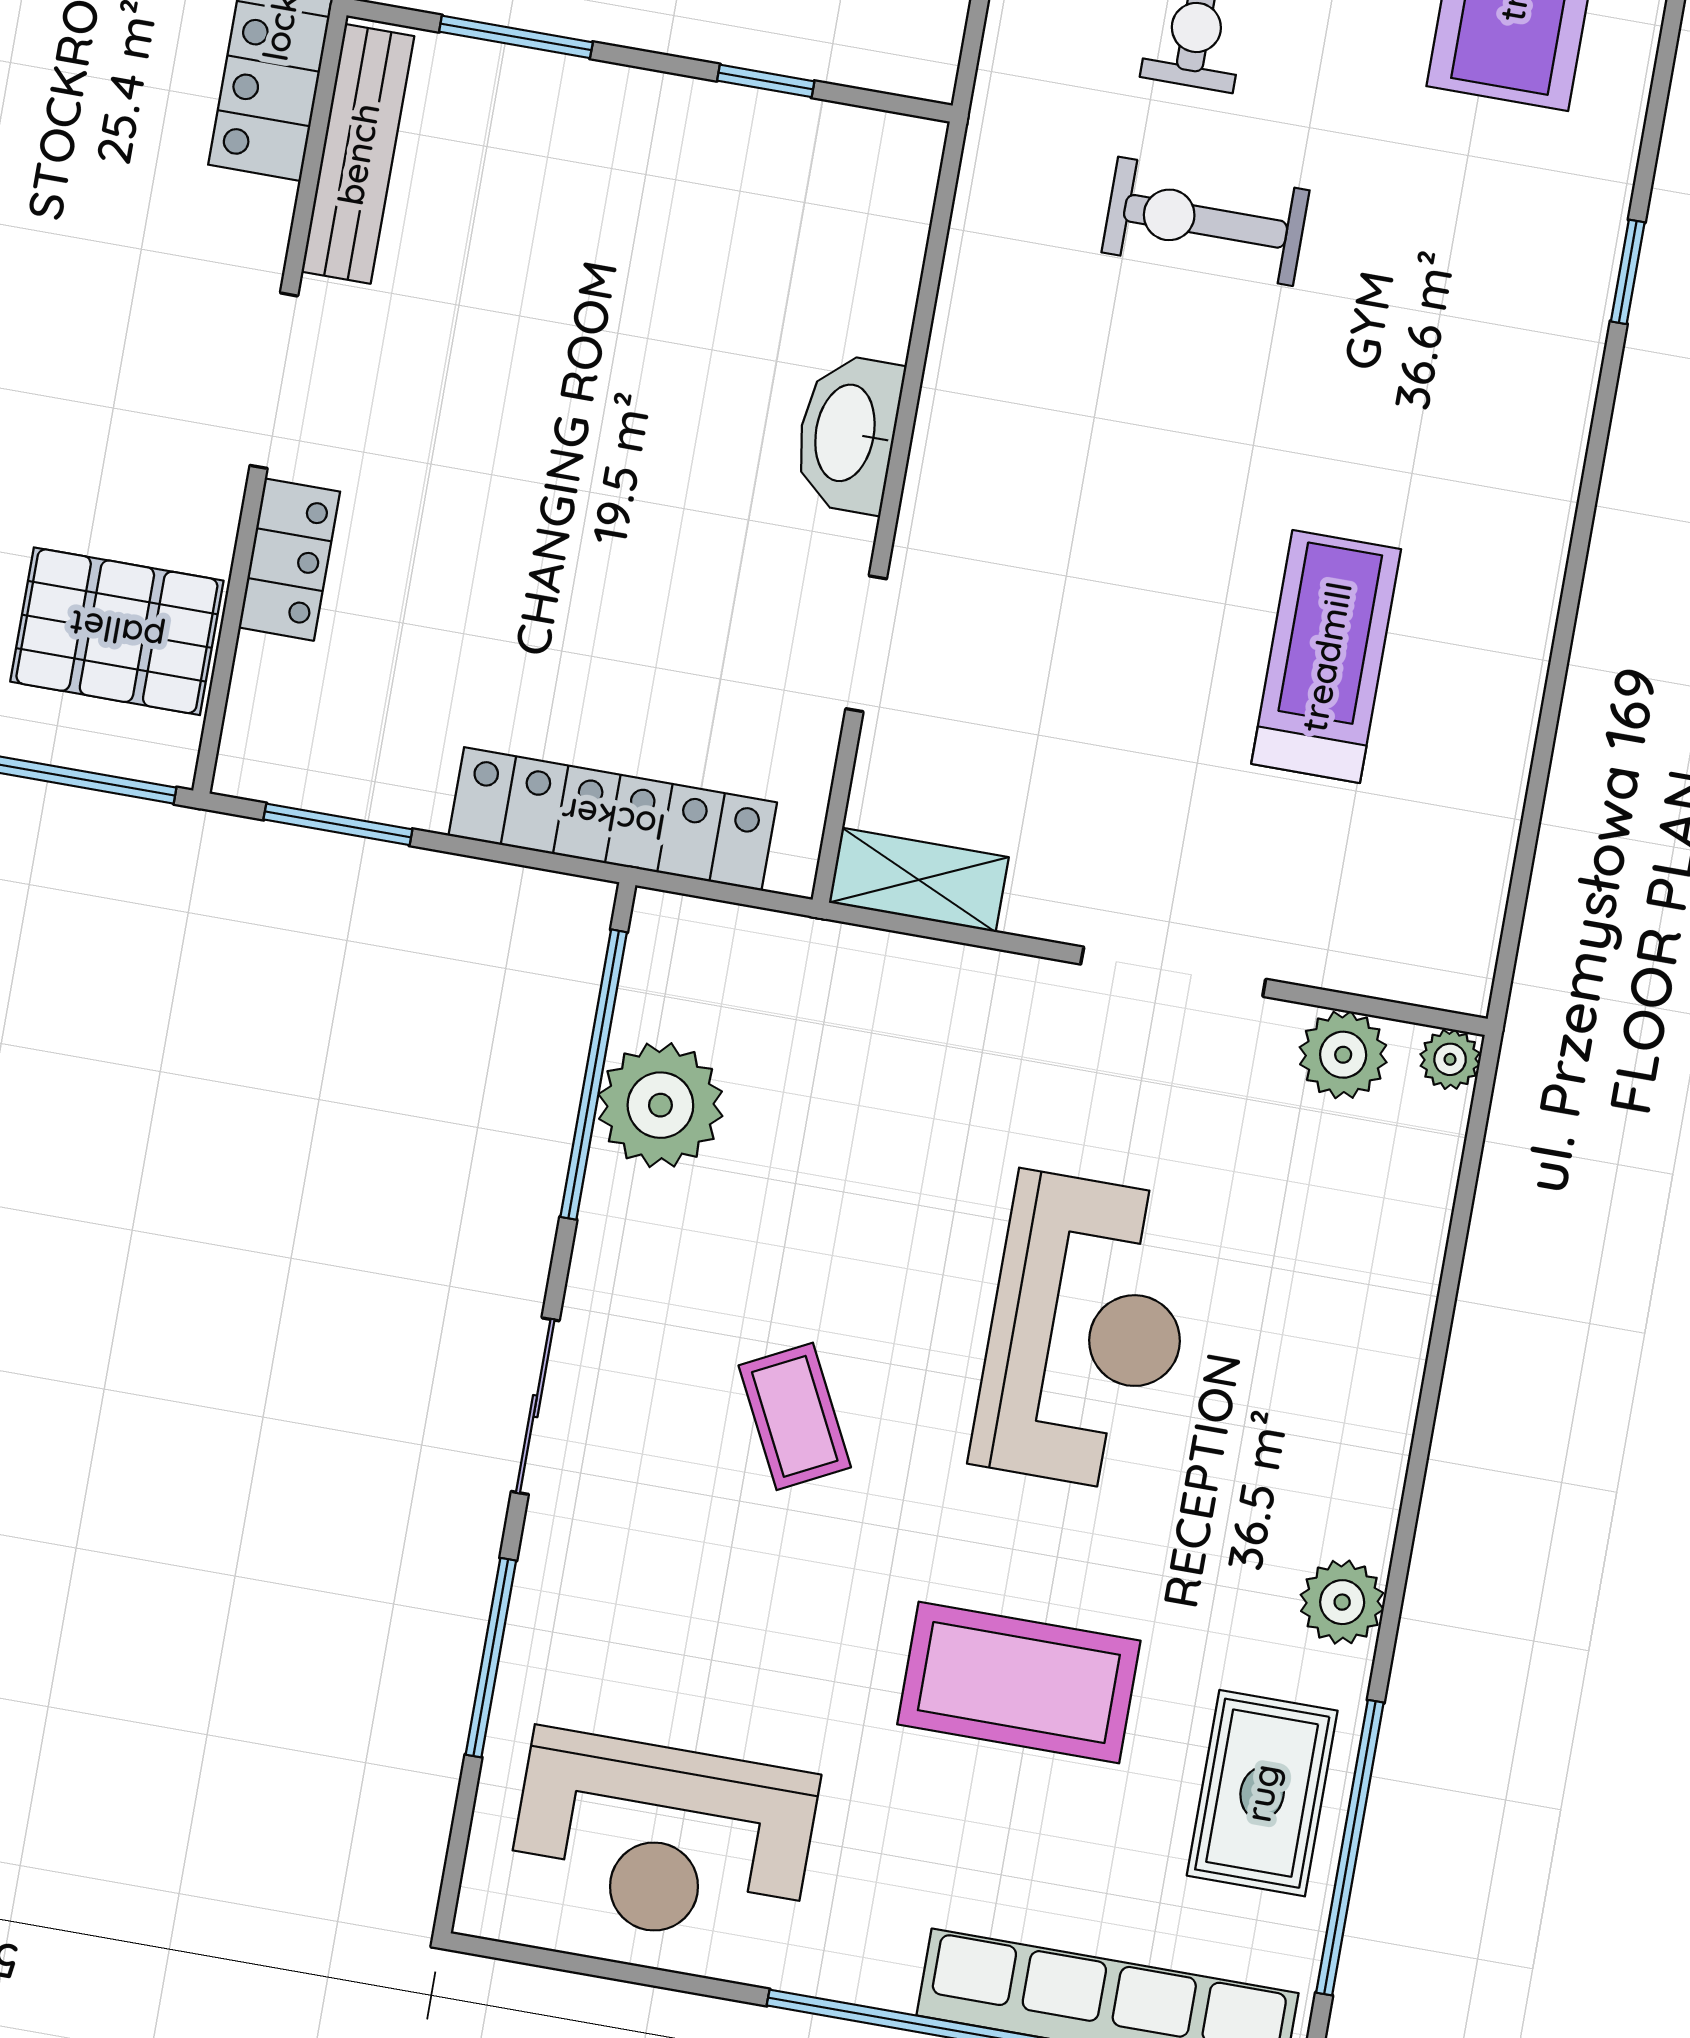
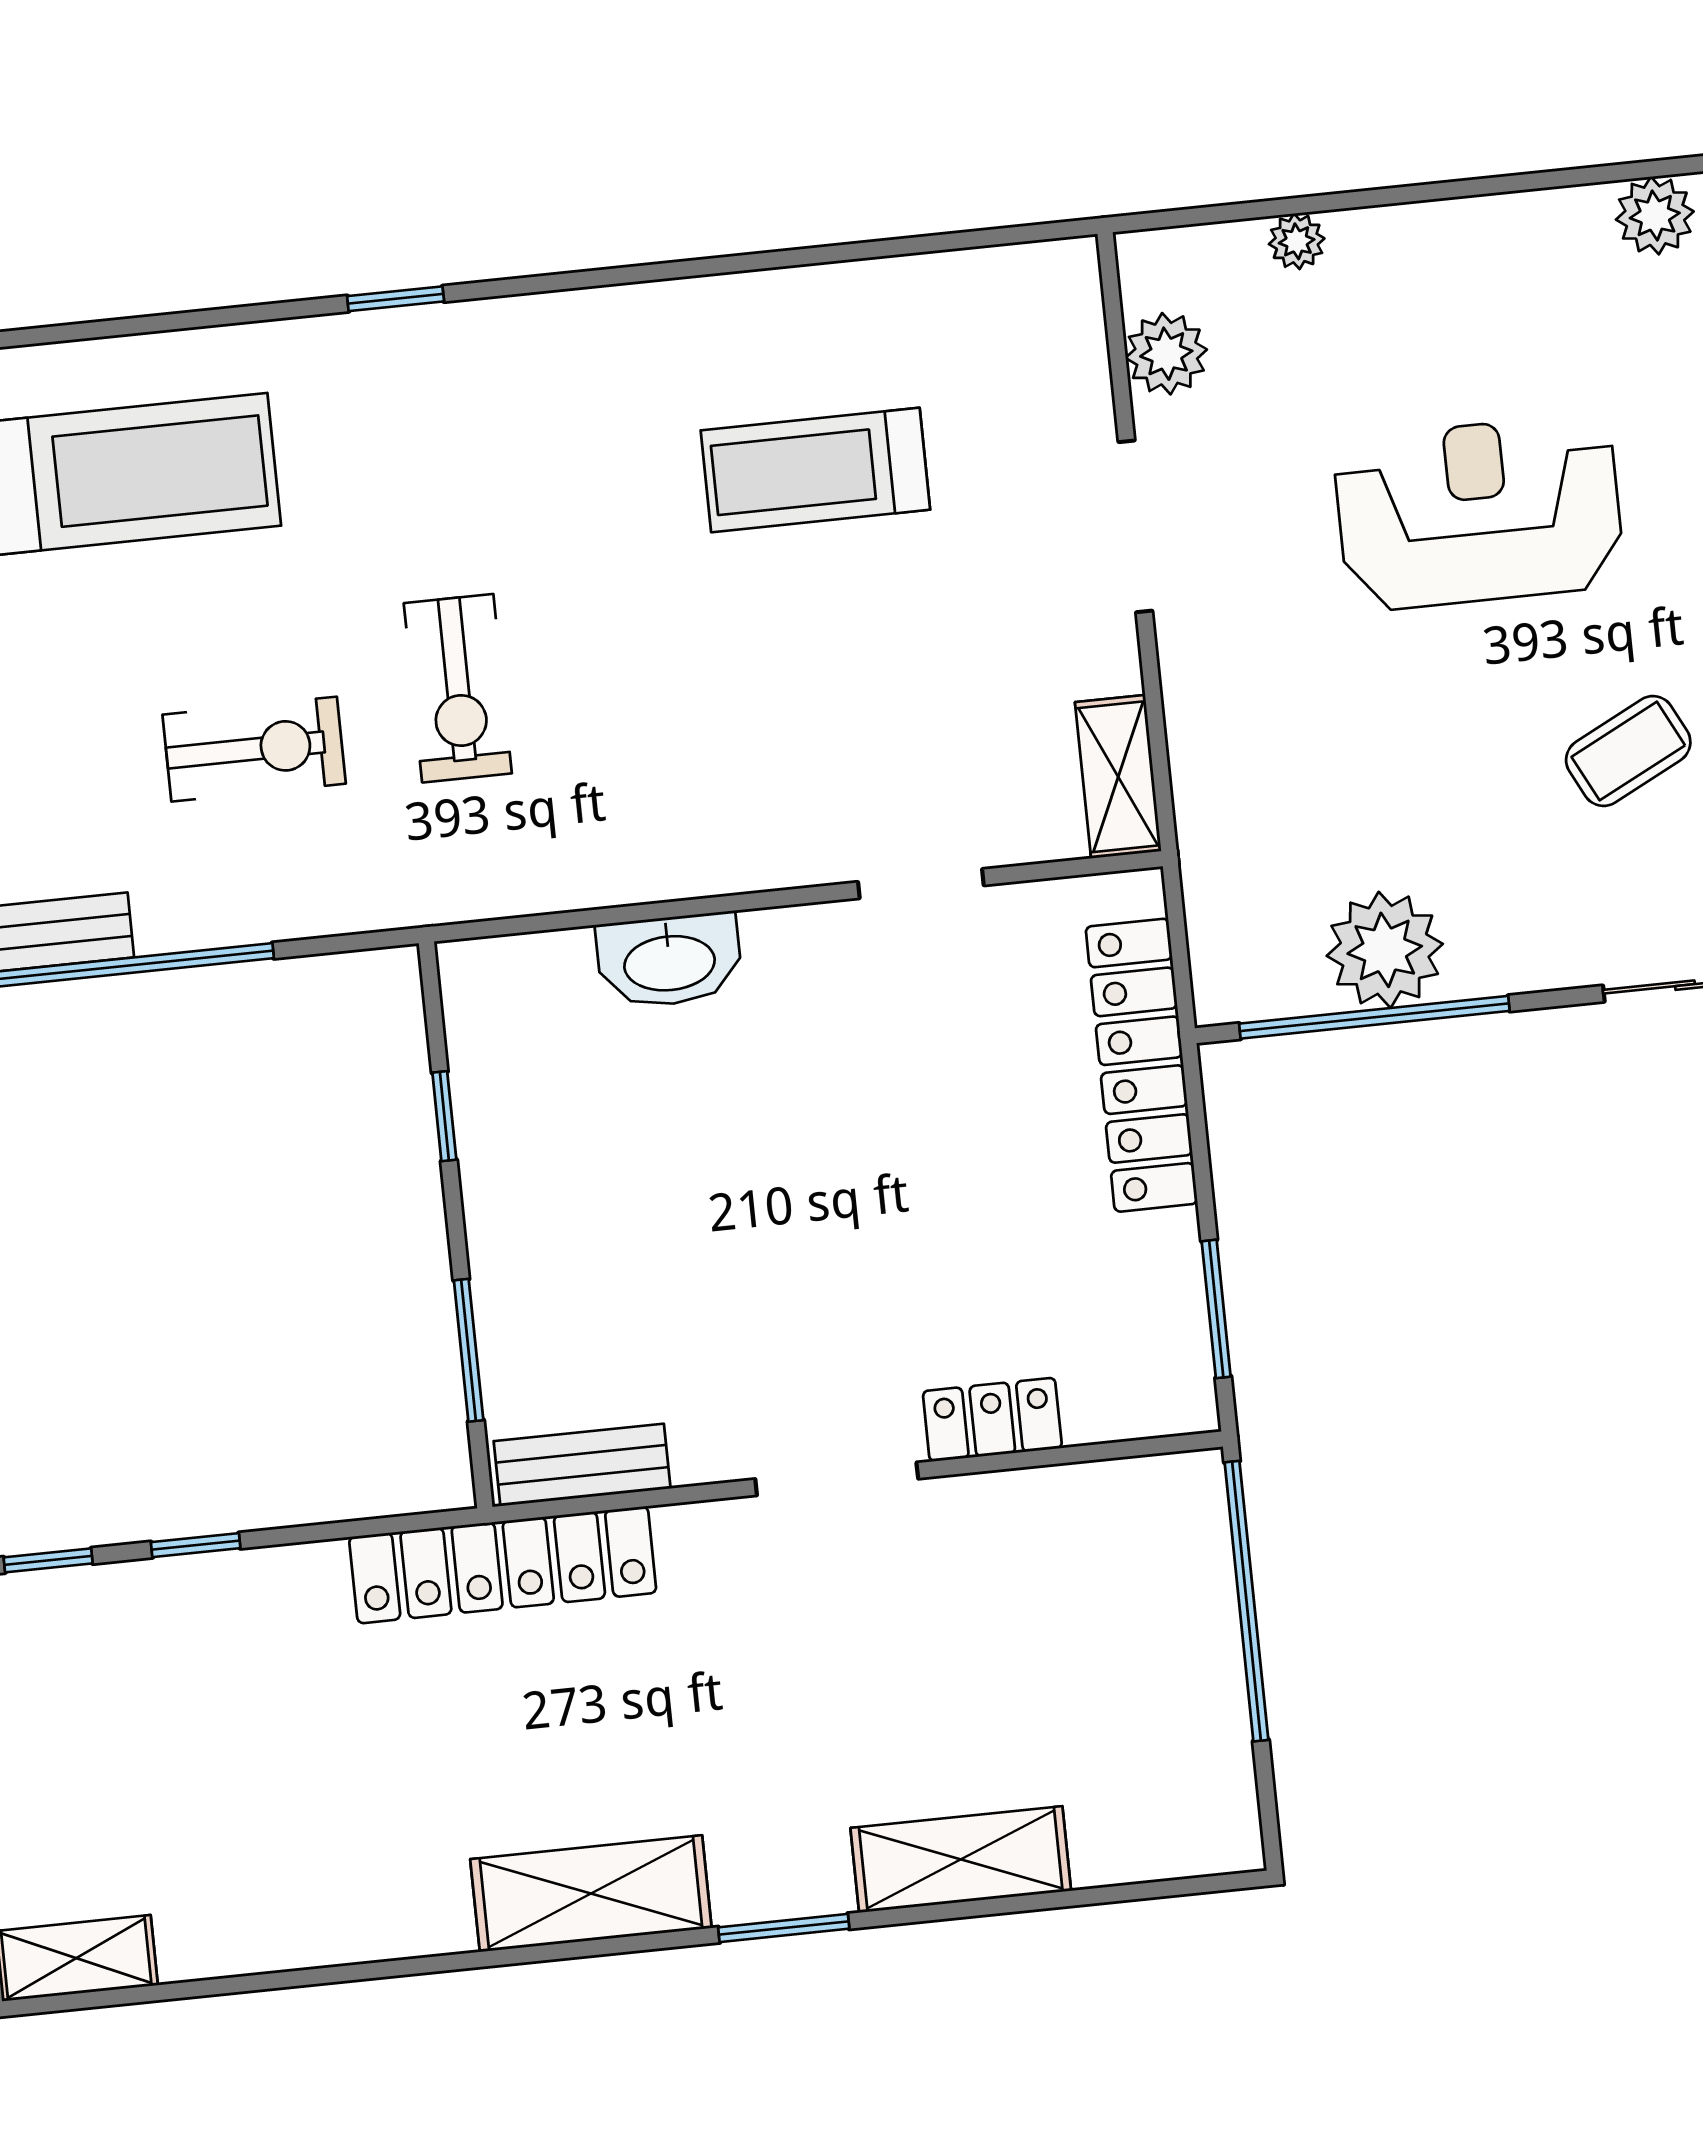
bench: (358, 154) -> (582, 1465), width x0.73
washbasin: (848, 433) -> (669, 961), moved
pallet: (117, 631) -> (1100, 1555), removed
plant: (1450, 1059) -> (1297, 241), moved

